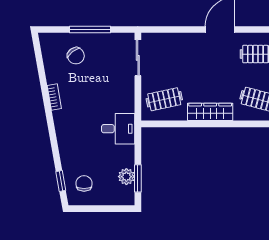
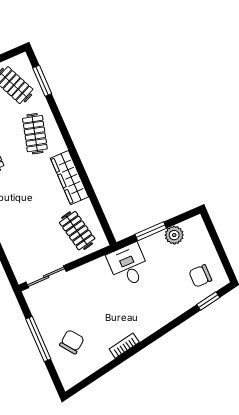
window: (138, 178) -> (151, 231), moved

